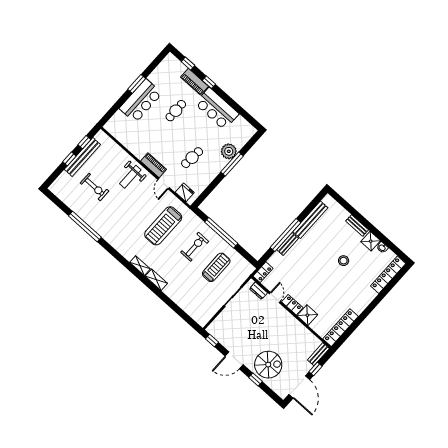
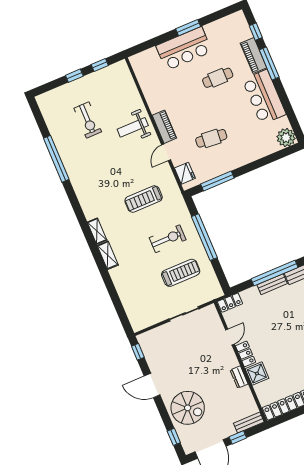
window: (209, 82) -> (269, 64), width x2.17
plant: (229, 151) -> (286, 138), moved
bench: (82, 157) -> (90, 80), removed
window: (232, 164) -> (217, 181), moved
treadmill: (163, 226) -> (144, 199), width x0.73, depth x0.73
dresser: (258, 291) -> (239, 377), moved
window: (255, 380) -> (174, 437), moved

